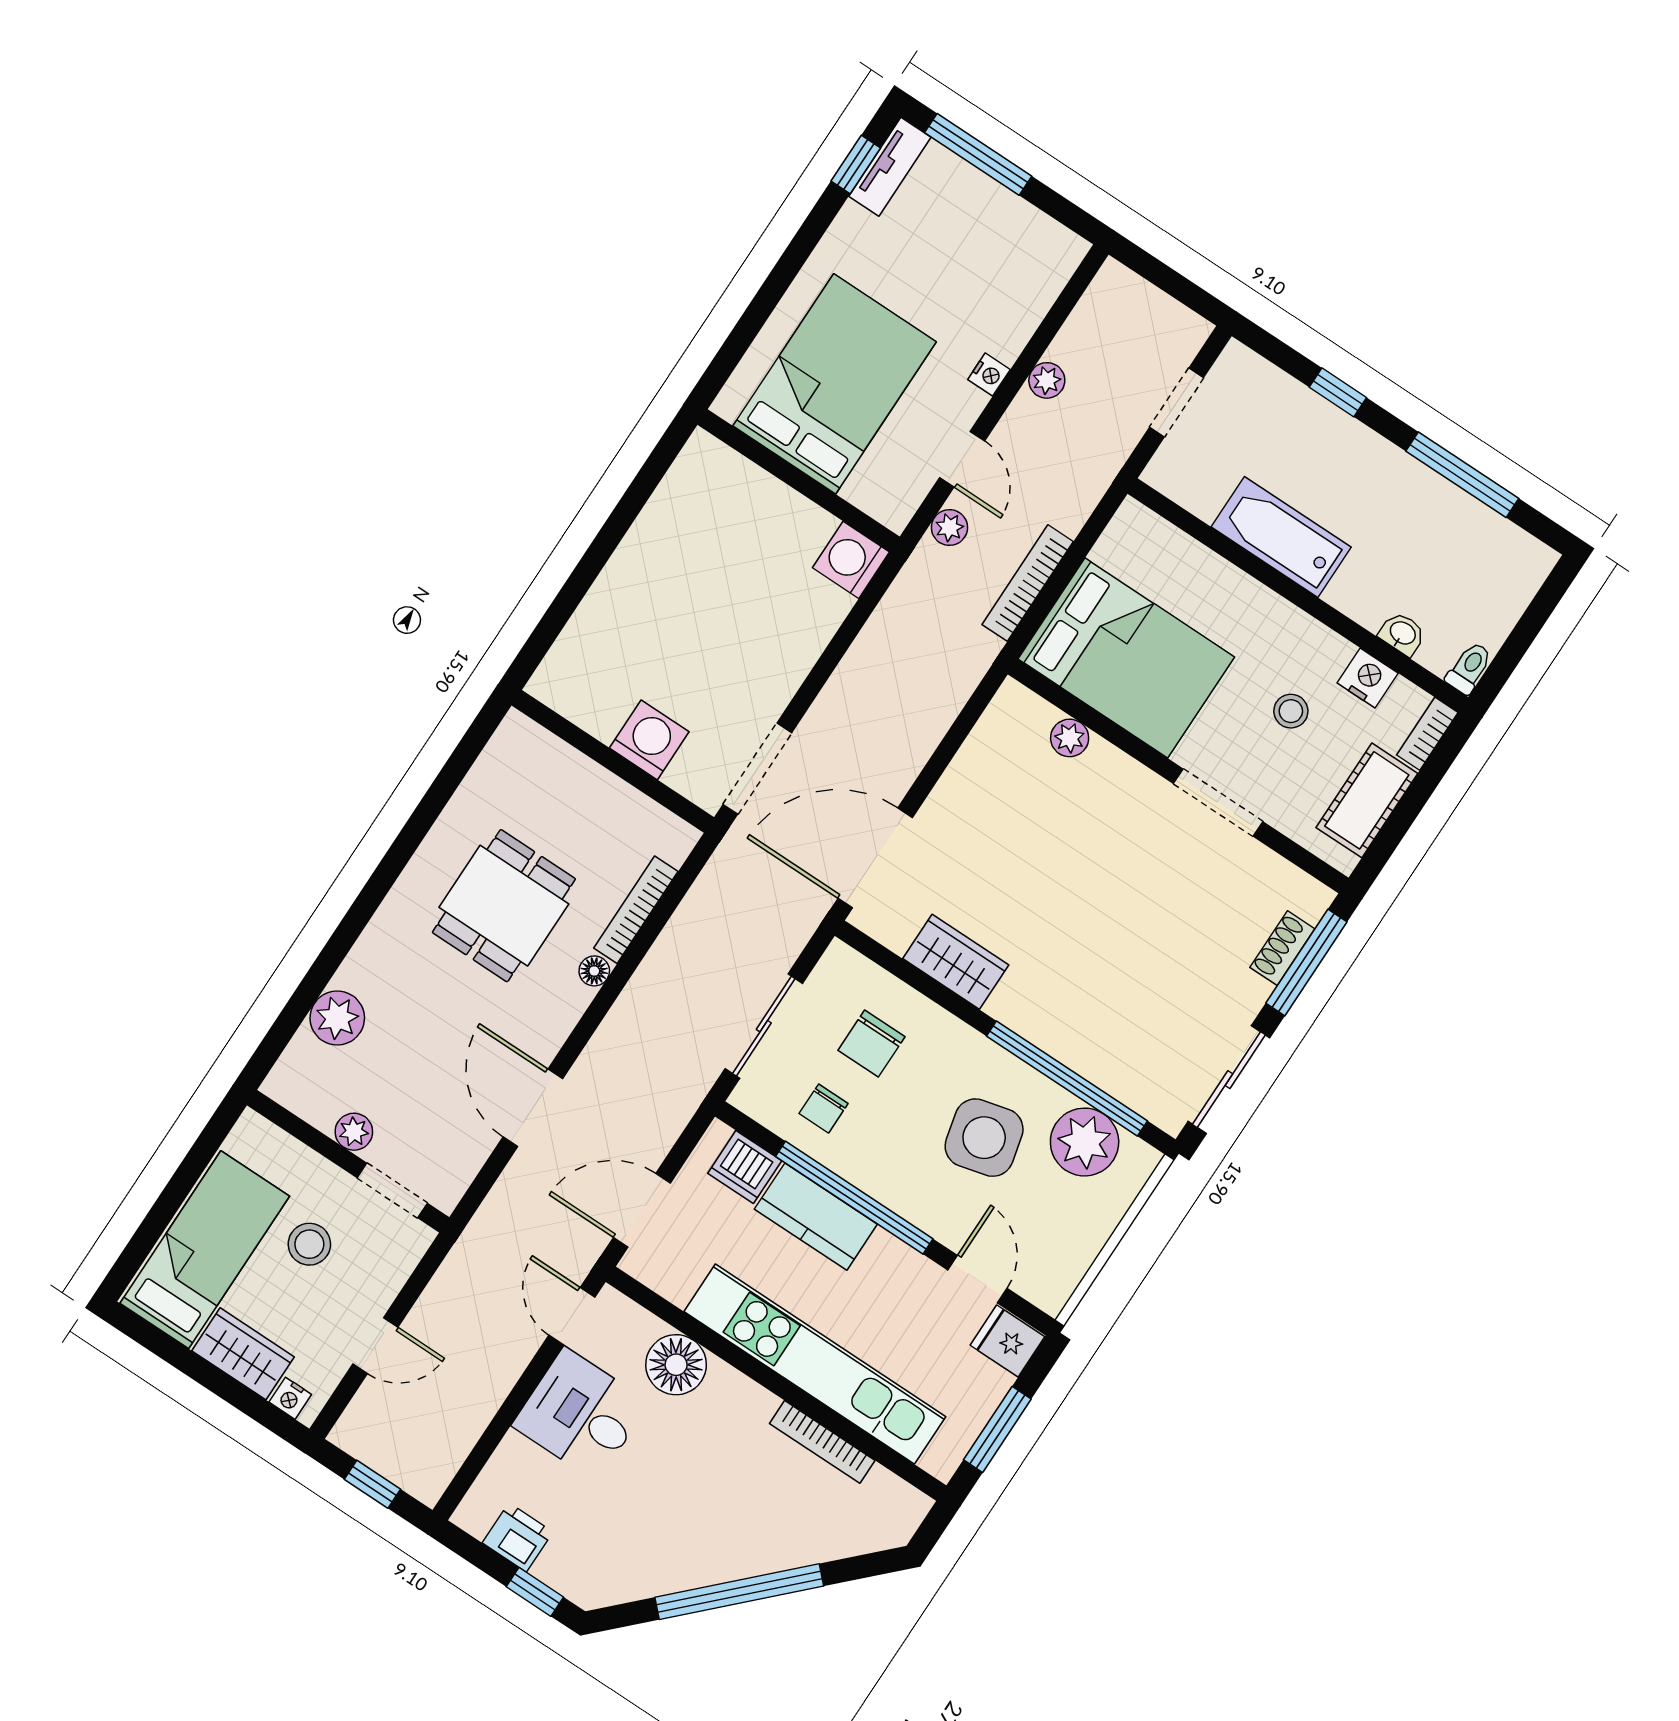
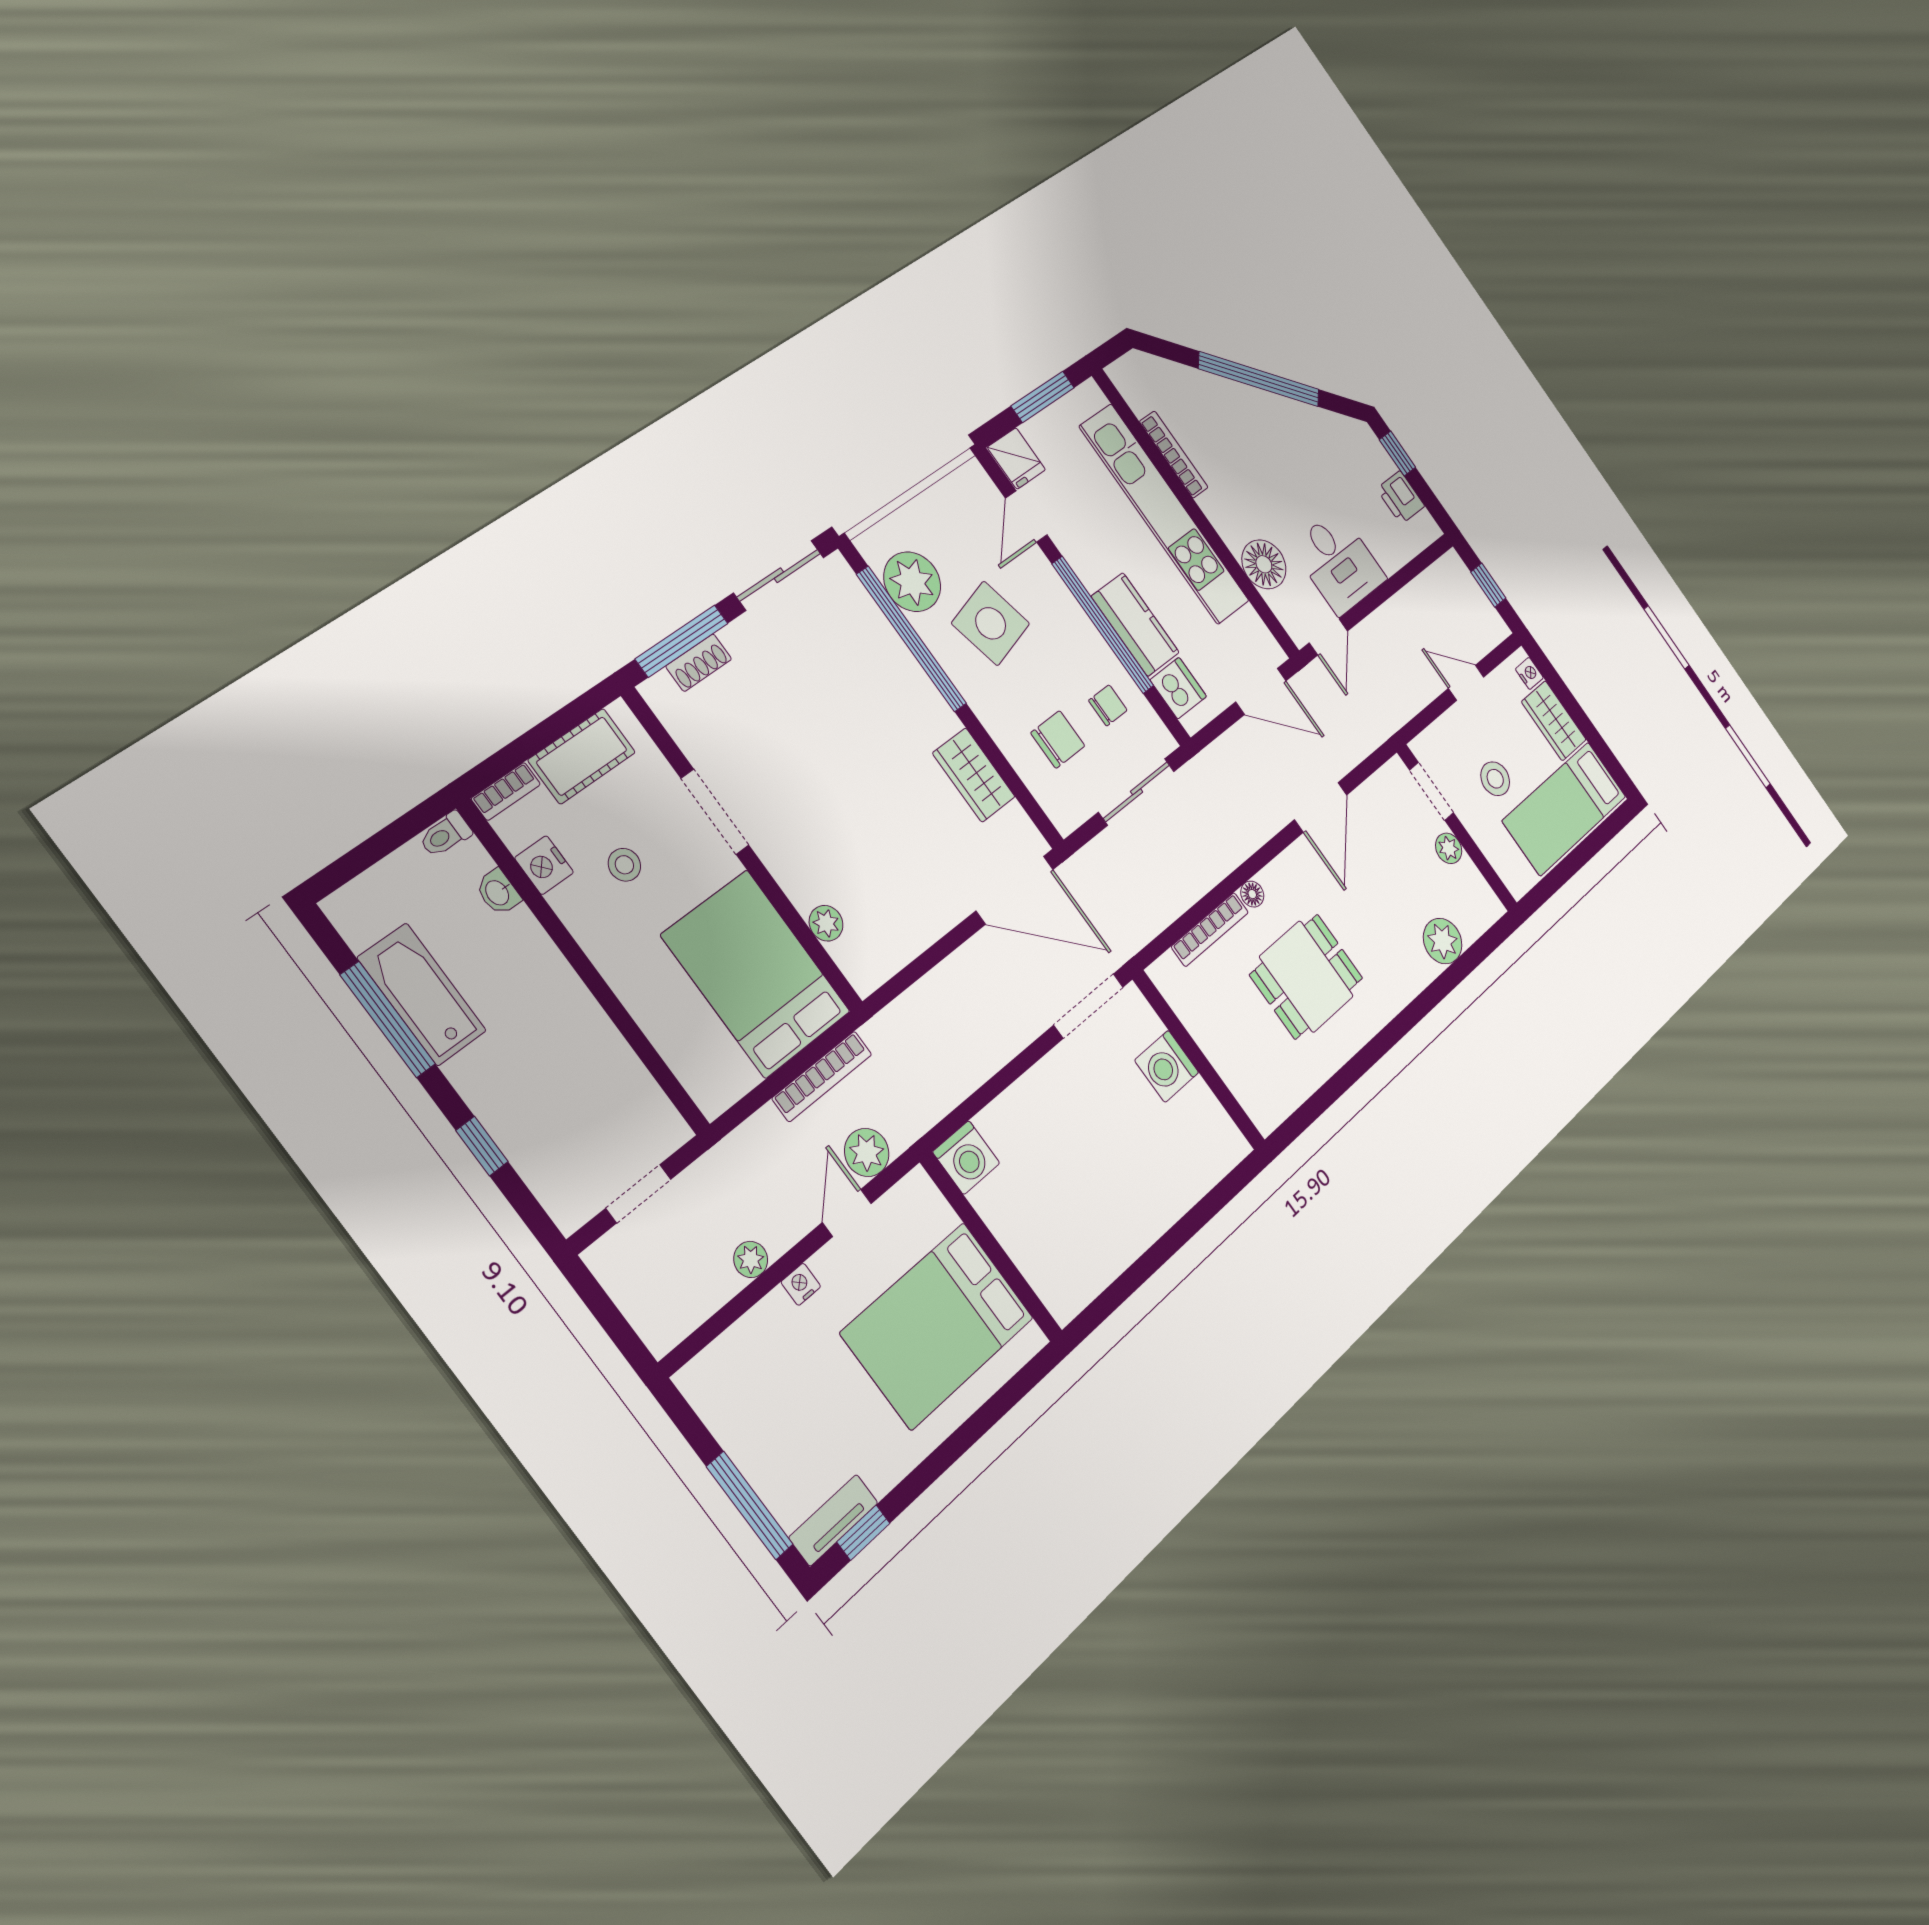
plant: (949, 528) -> (867, 1152), width x1.38, depth x1.38
bathtub: (1281, 537) -> (422, 994), moved, turned 180

